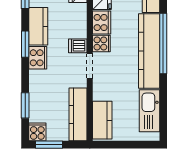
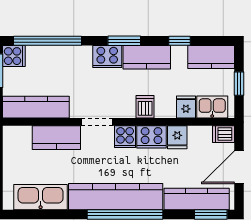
dishwasher: (78, 46) -> (145, 107), moved
window: (25, 105) -> (47, 41), width x2.11
kitchen counter: (102, 120) -> (56, 138), moved

